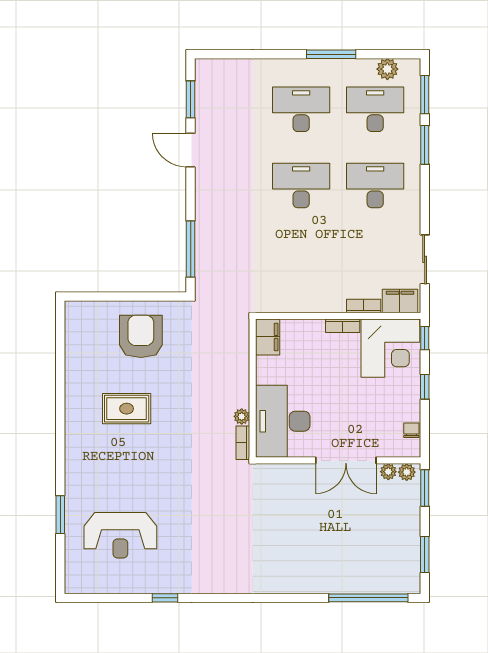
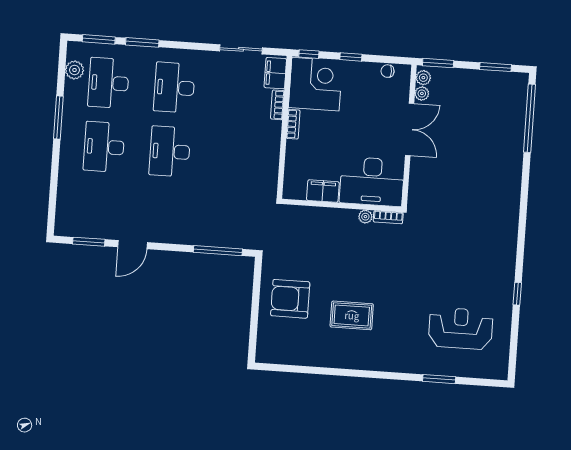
filing cabinet: (268, 337) -> (323, 191), moved
rug: (127, 409) -> (352, 315), turned 90
reception desk: (120, 535) -> (461, 328), turned -90

